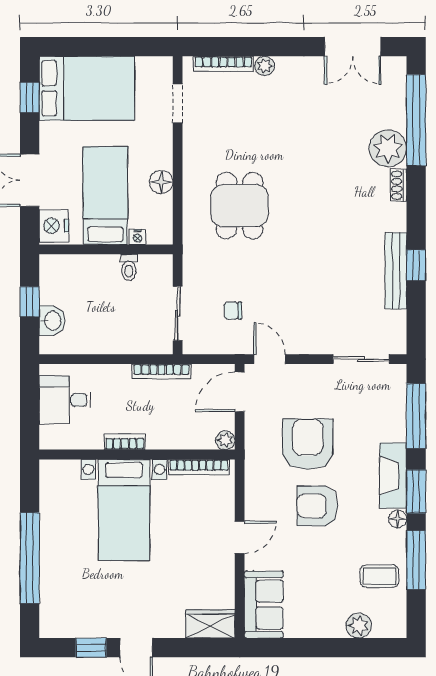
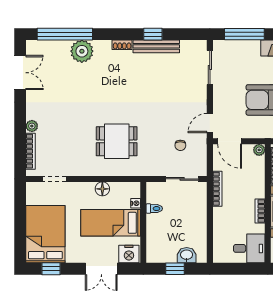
shoe rack: (399, 185) -> (122, 45), moved
desk: (65, 400) -> (249, 248), moved, turned -90

